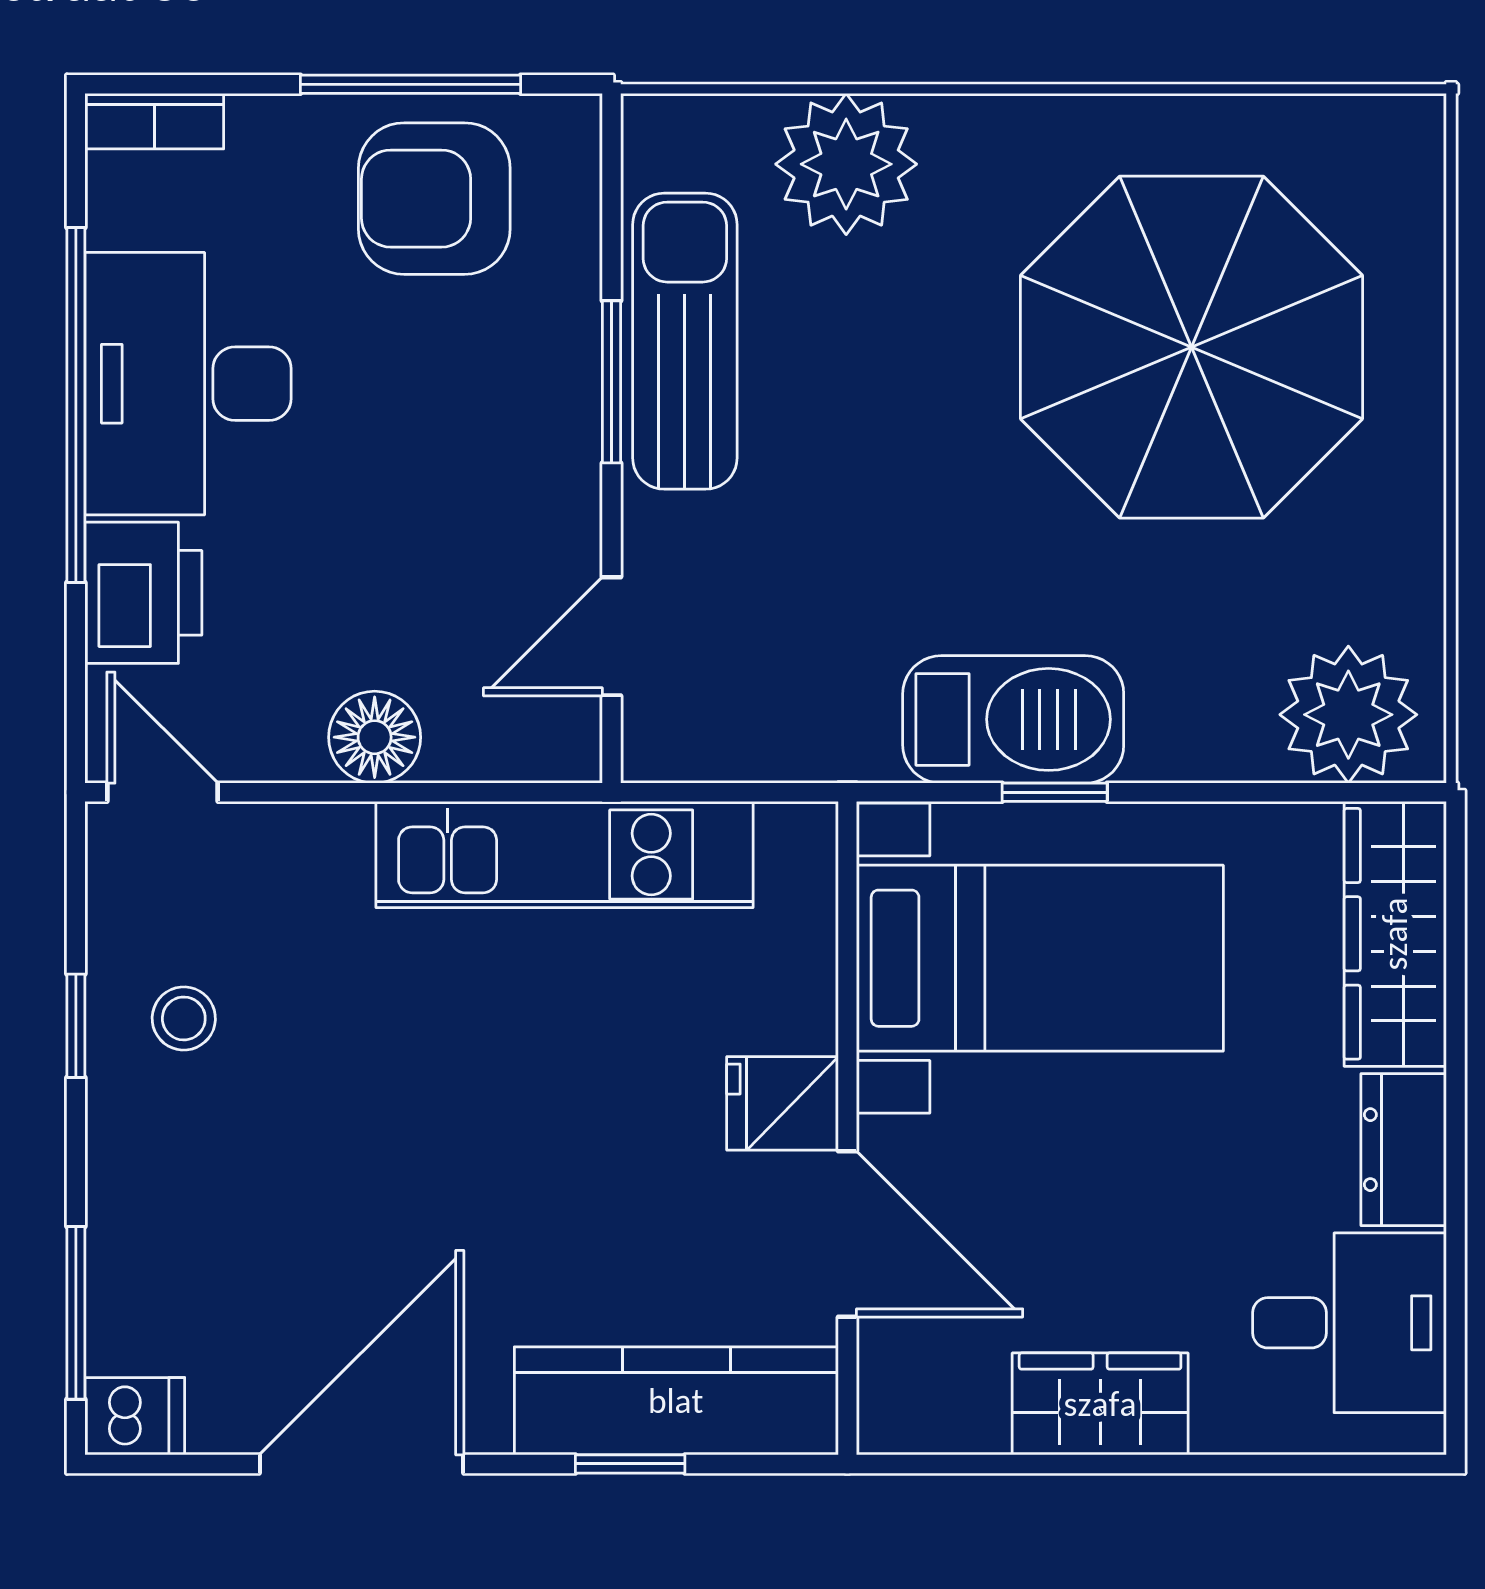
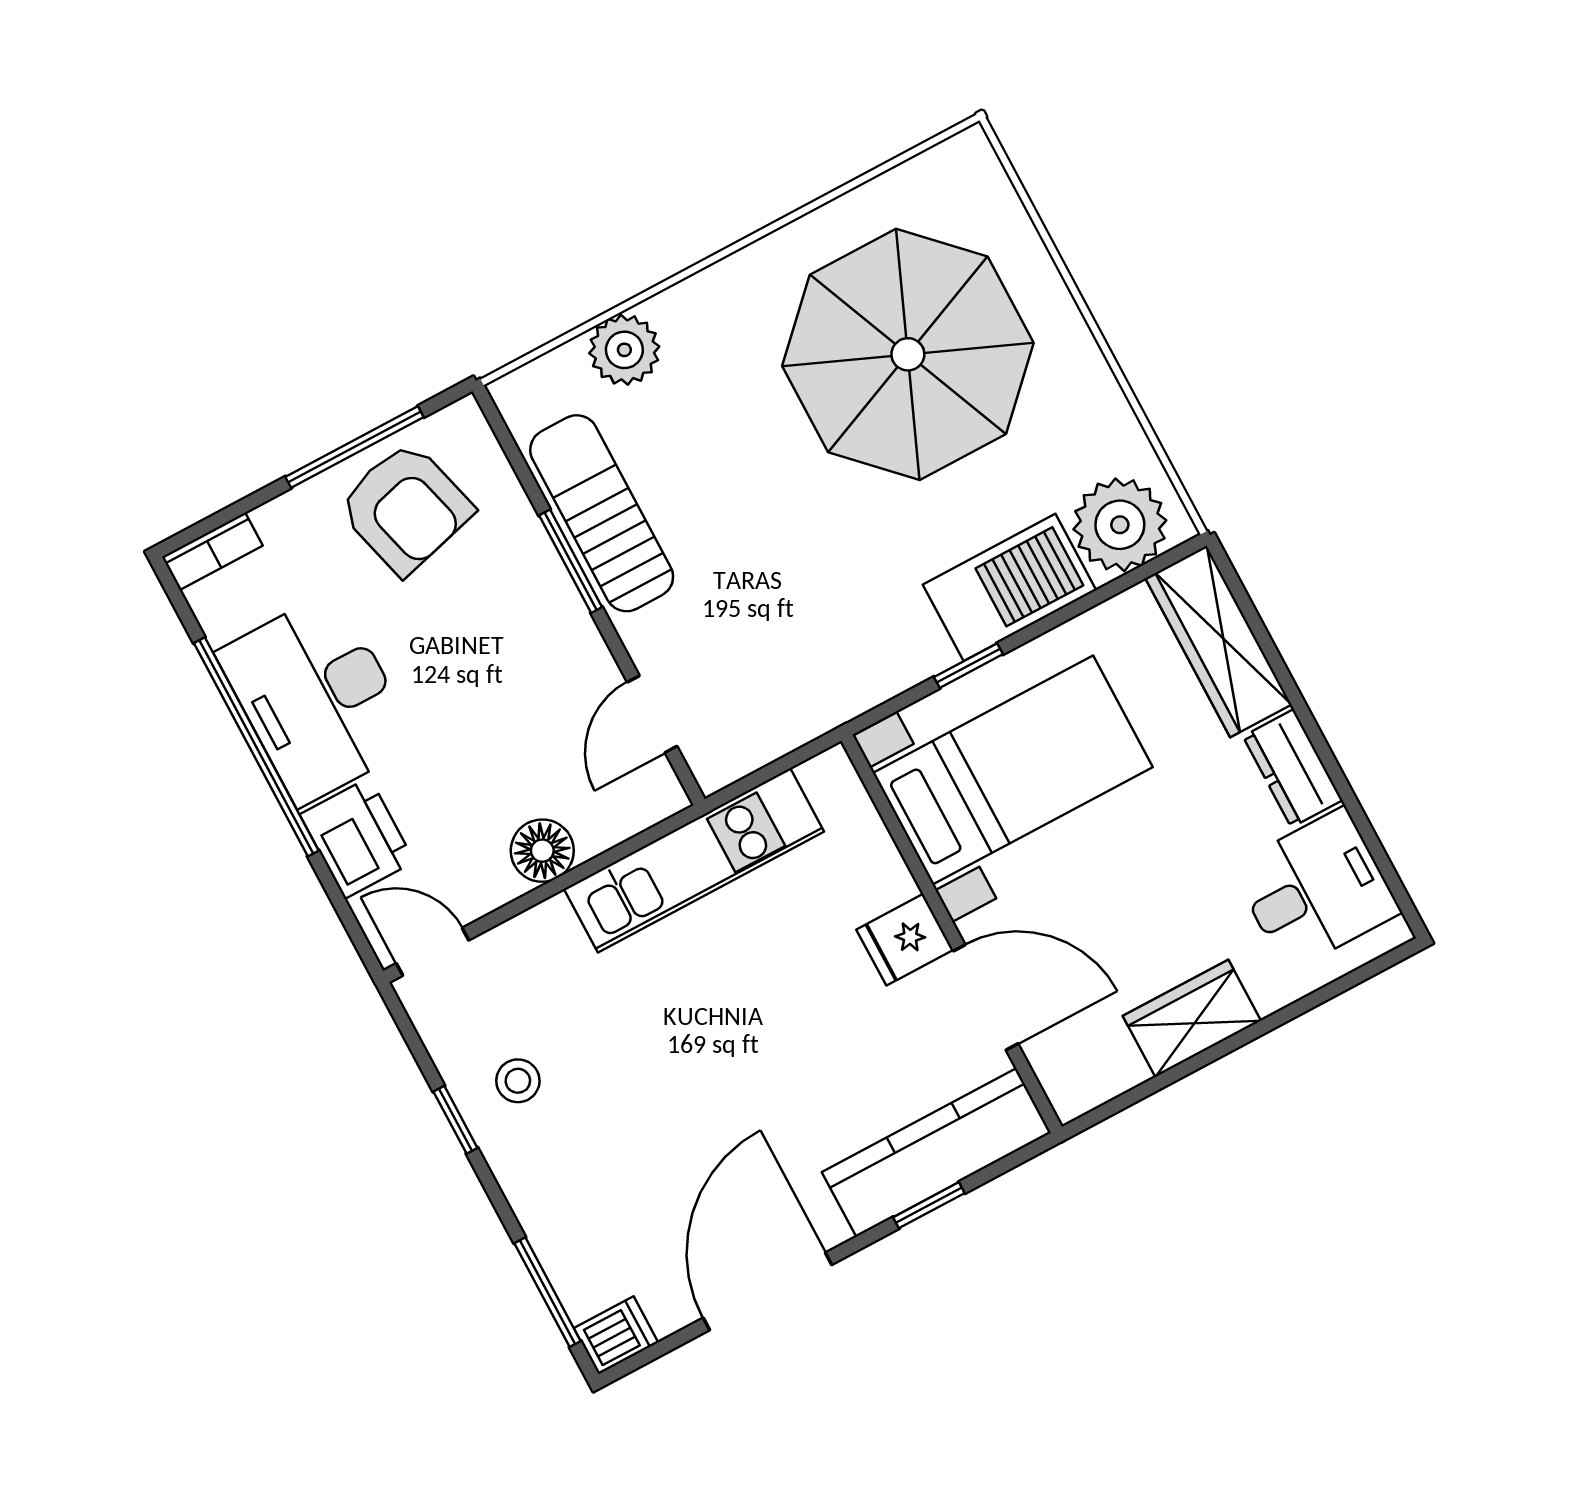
plant: (846, 164) -> (624, 350), width x0.73, depth x0.73
armchair: (434, 199) -> (405, 508), turned -105
barbecue: (1013, 719) -> (1009, 587), moved

